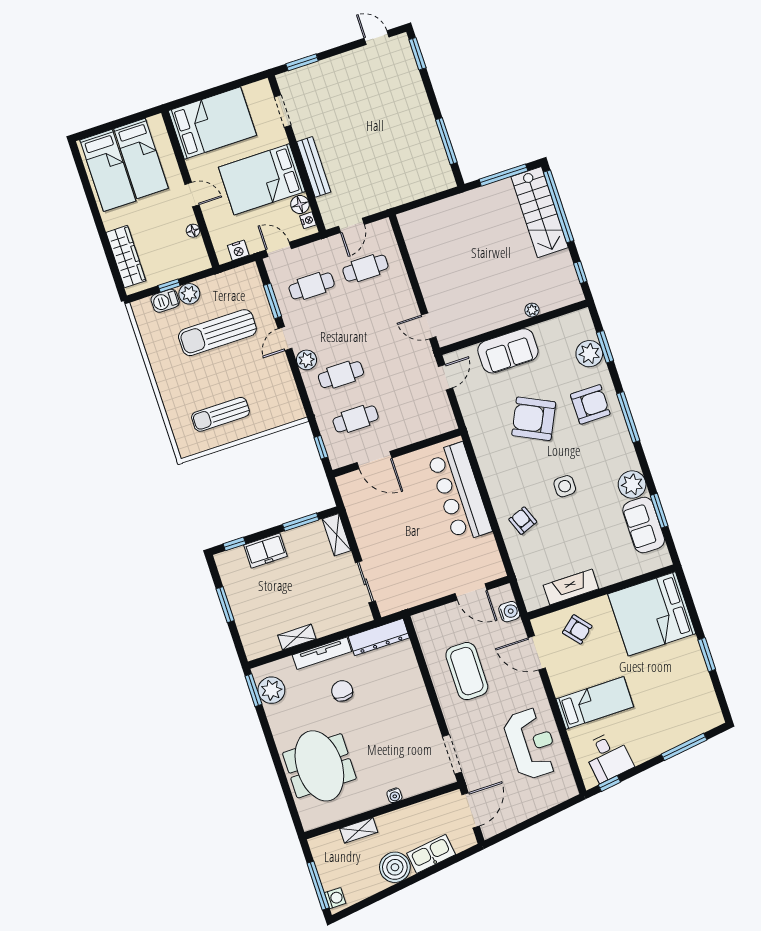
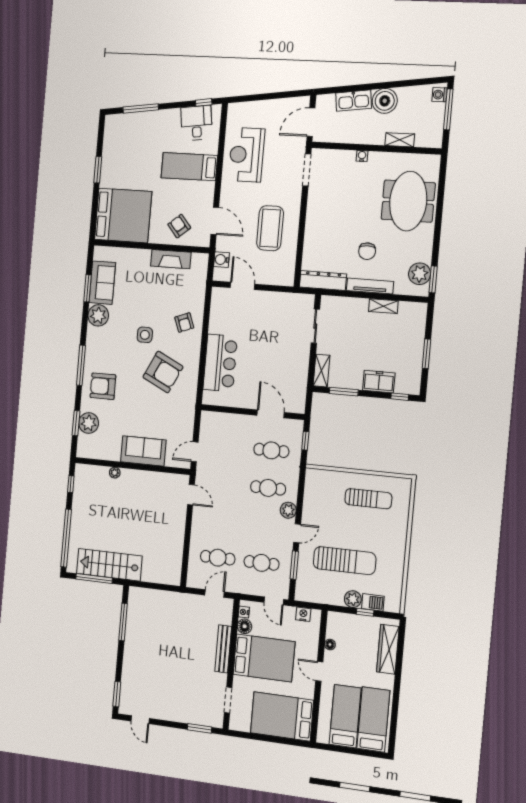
stairs: (540, 212) -> (109, 565), moved, turned -90
armchair: (534, 419) -> (163, 372), moved
bar counter: (459, 492) -> (220, 363), width x0.73

